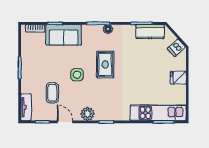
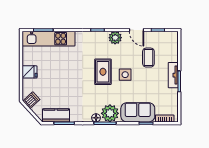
plant: (93, 34) -> (110, 113), added
rug: (105, 65) -> (103, 72), moved
tv unit: (26, 107) -> (173, 75), moved

